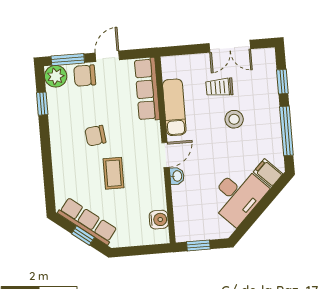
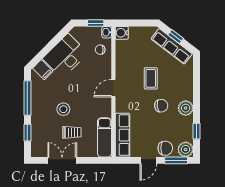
exam couch: (174, 107) -> (104, 137), moved
plant: (60, 135) -> (186, 108), added
washbasin: (177, 176) -> (107, 32), moved
chair: (189, 208) -> (100, 50), added
water cooler: (159, 220) -> (122, 33), moved

